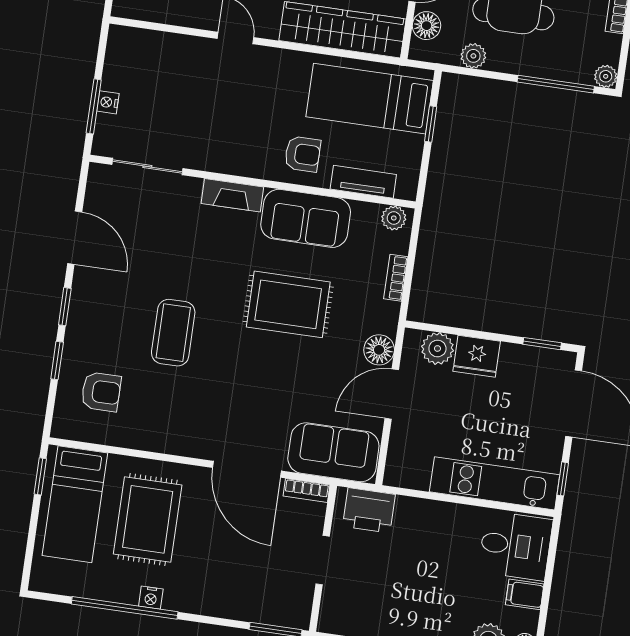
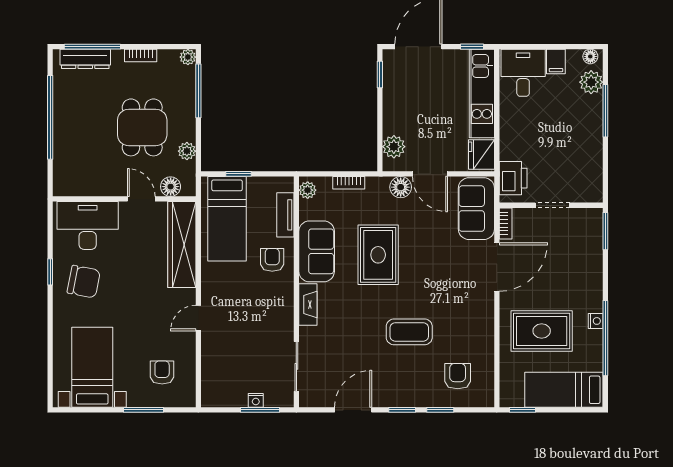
fridge: (477, 356) -> (481, 155), moved, turned 180
bed: (75, 504) -> (564, 390), moved, turned 180

